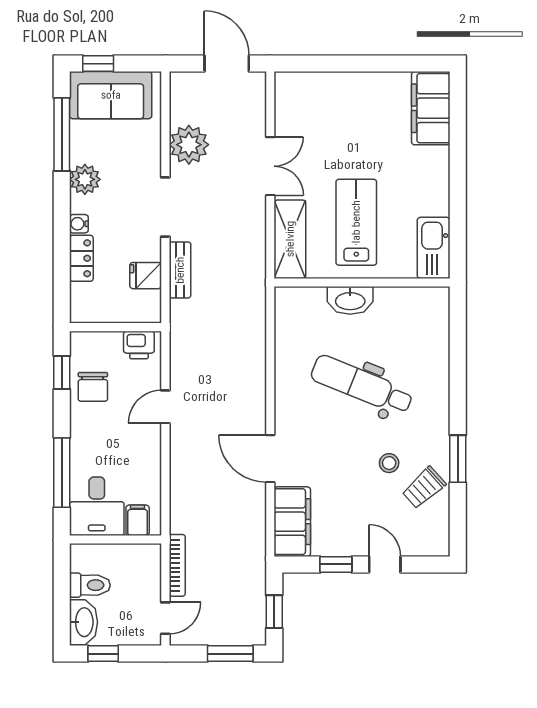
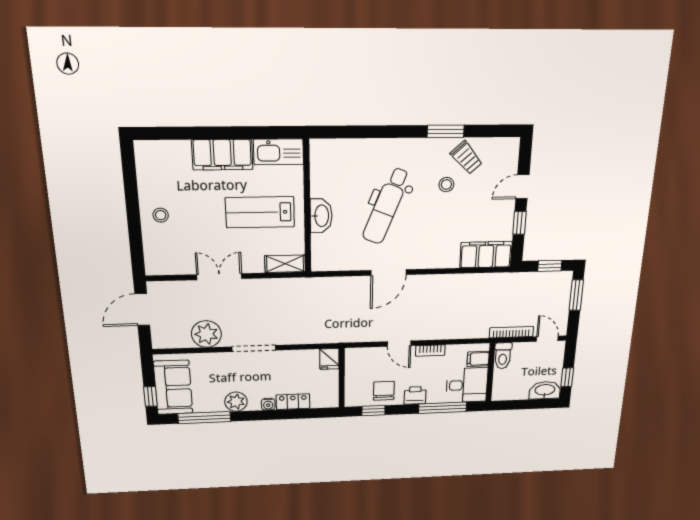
stool: (355, 97) -> (161, 215), added
filing cabinet: (431, 108) -> (222, 155), moved
shelving: (290, 239) -> (285, 264), width x0.67, depth x0.75
bench: (180, 270) -> (300, 337), removed
fridge: (146, 276) -> (329, 359), moved
printer: (139, 345) -> (415, 395), moved, turned -90
chair: (93, 387) -> (384, 391), turned -90
bookcase: (153, 451) -> (430, 350), added
door: (270, 459) -> (389, 272), moved
toilet: (90, 585) -> (503, 356), moved, turned 180

